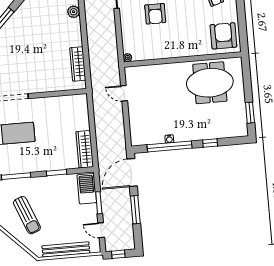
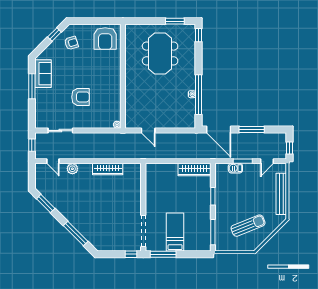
armchair: (223, 36) -> (105, 39), turned -90
wardrobe: (78, 64) -> (108, 169), moved
meeting table: (210, 83) -> (160, 53), moved
door: (124, 93) -> (148, 131), hinge flipped
window: (210, 143) -> (198, 35), moved
barbecue: (87, 189) -> (235, 168), width x0.53, depth x0.65

